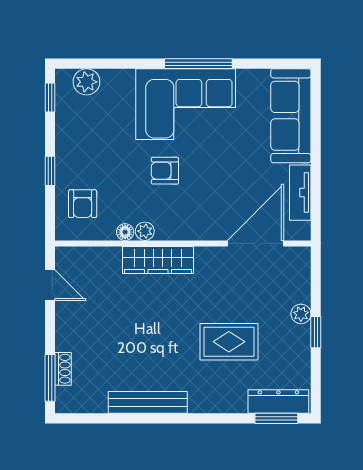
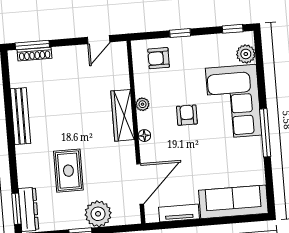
corner sofa: (186, 104) -> (234, 102), moved
floor lamp: (125, 232) -> (144, 136), moved
door: (256, 243) -> (140, 184), hinge flipped
plant: (301, 314) -> (98, 214), width x1.88, depth x1.88
shoe rack: (63, 369) -> (35, 54), width x1.43

